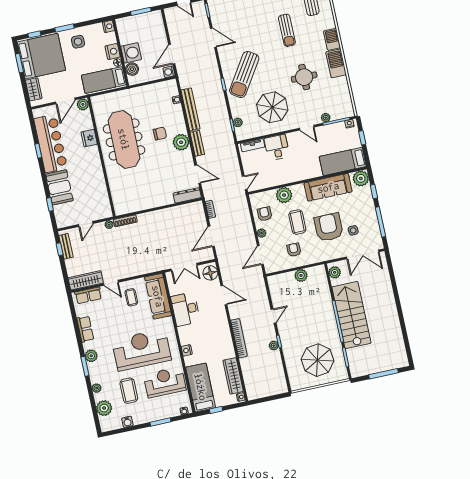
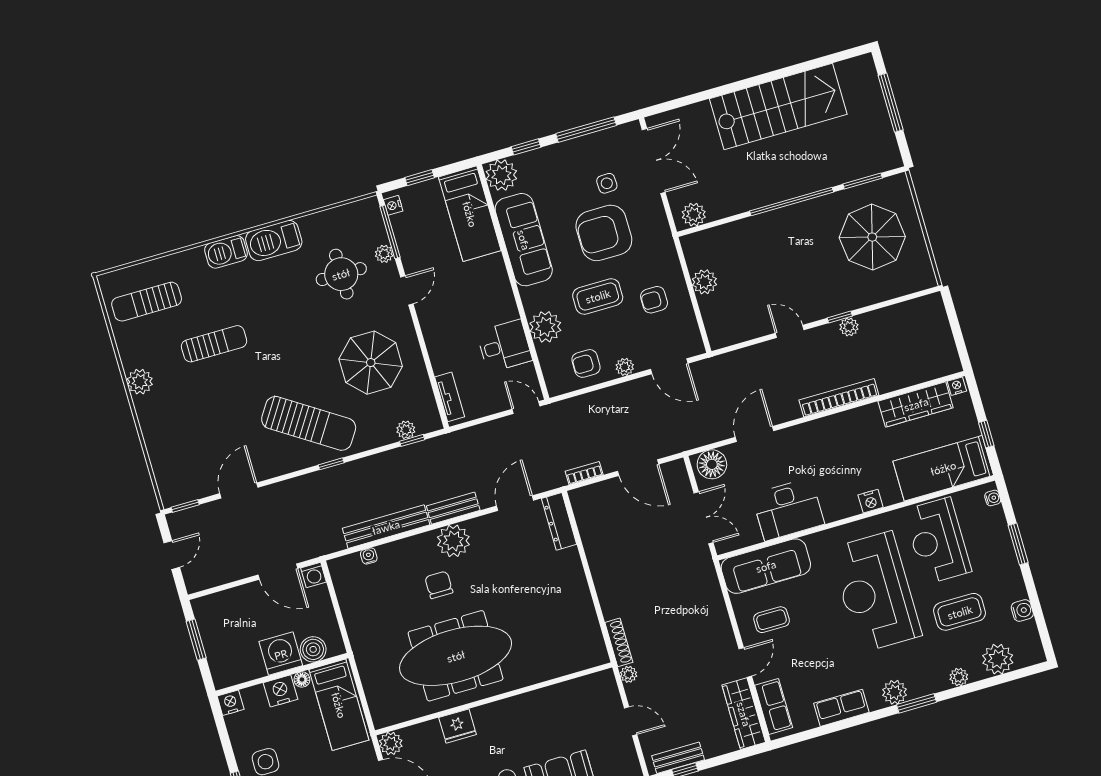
round table: (304, 77) -> (341, 274), moved
desk: (277, 147) -> (504, 346), moved, turned 180
stairs: (351, 315) -> (778, 106), moved, turned 180

